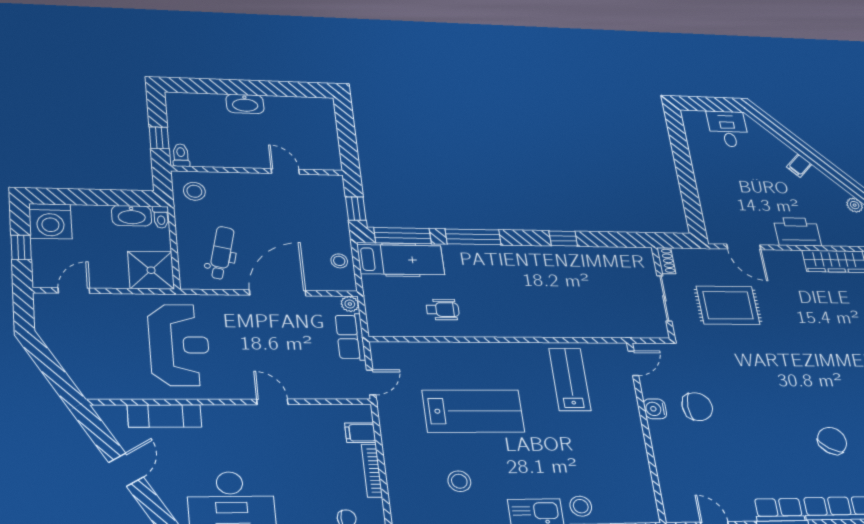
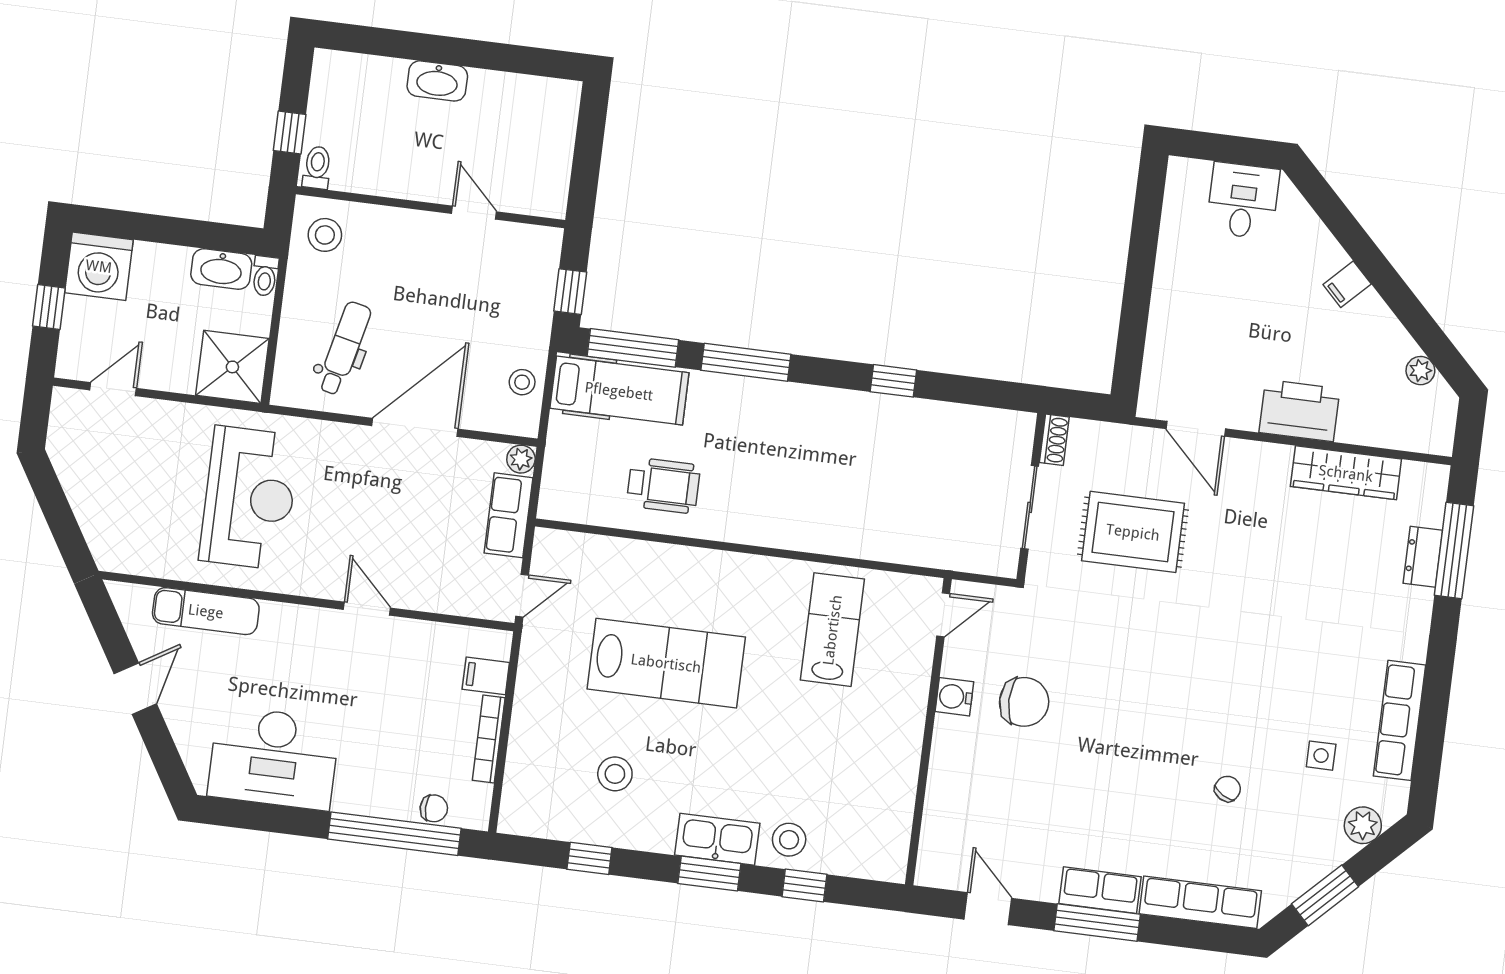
wheelchair: (443, 310) -> (663, 485), width x1.36, depth x1.37
chair: (832, 441) -> (1228, 789), width x0.54, depth x0.54

